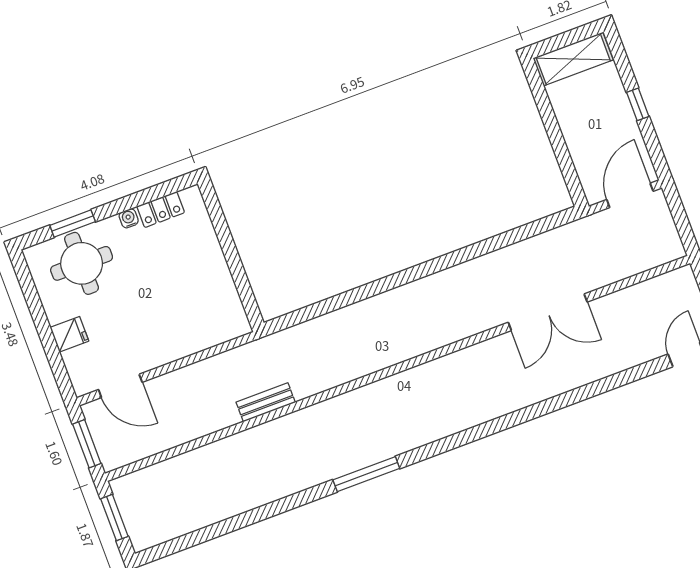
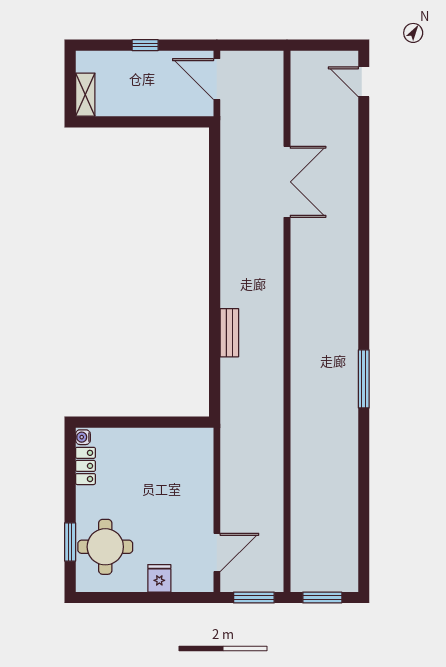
shelving: (573, 59) -> (85, 95), width x0.67, depth x0.75
water cooler: (129, 218) -> (83, 437), moved
bench: (266, 402) -> (229, 333), moved

